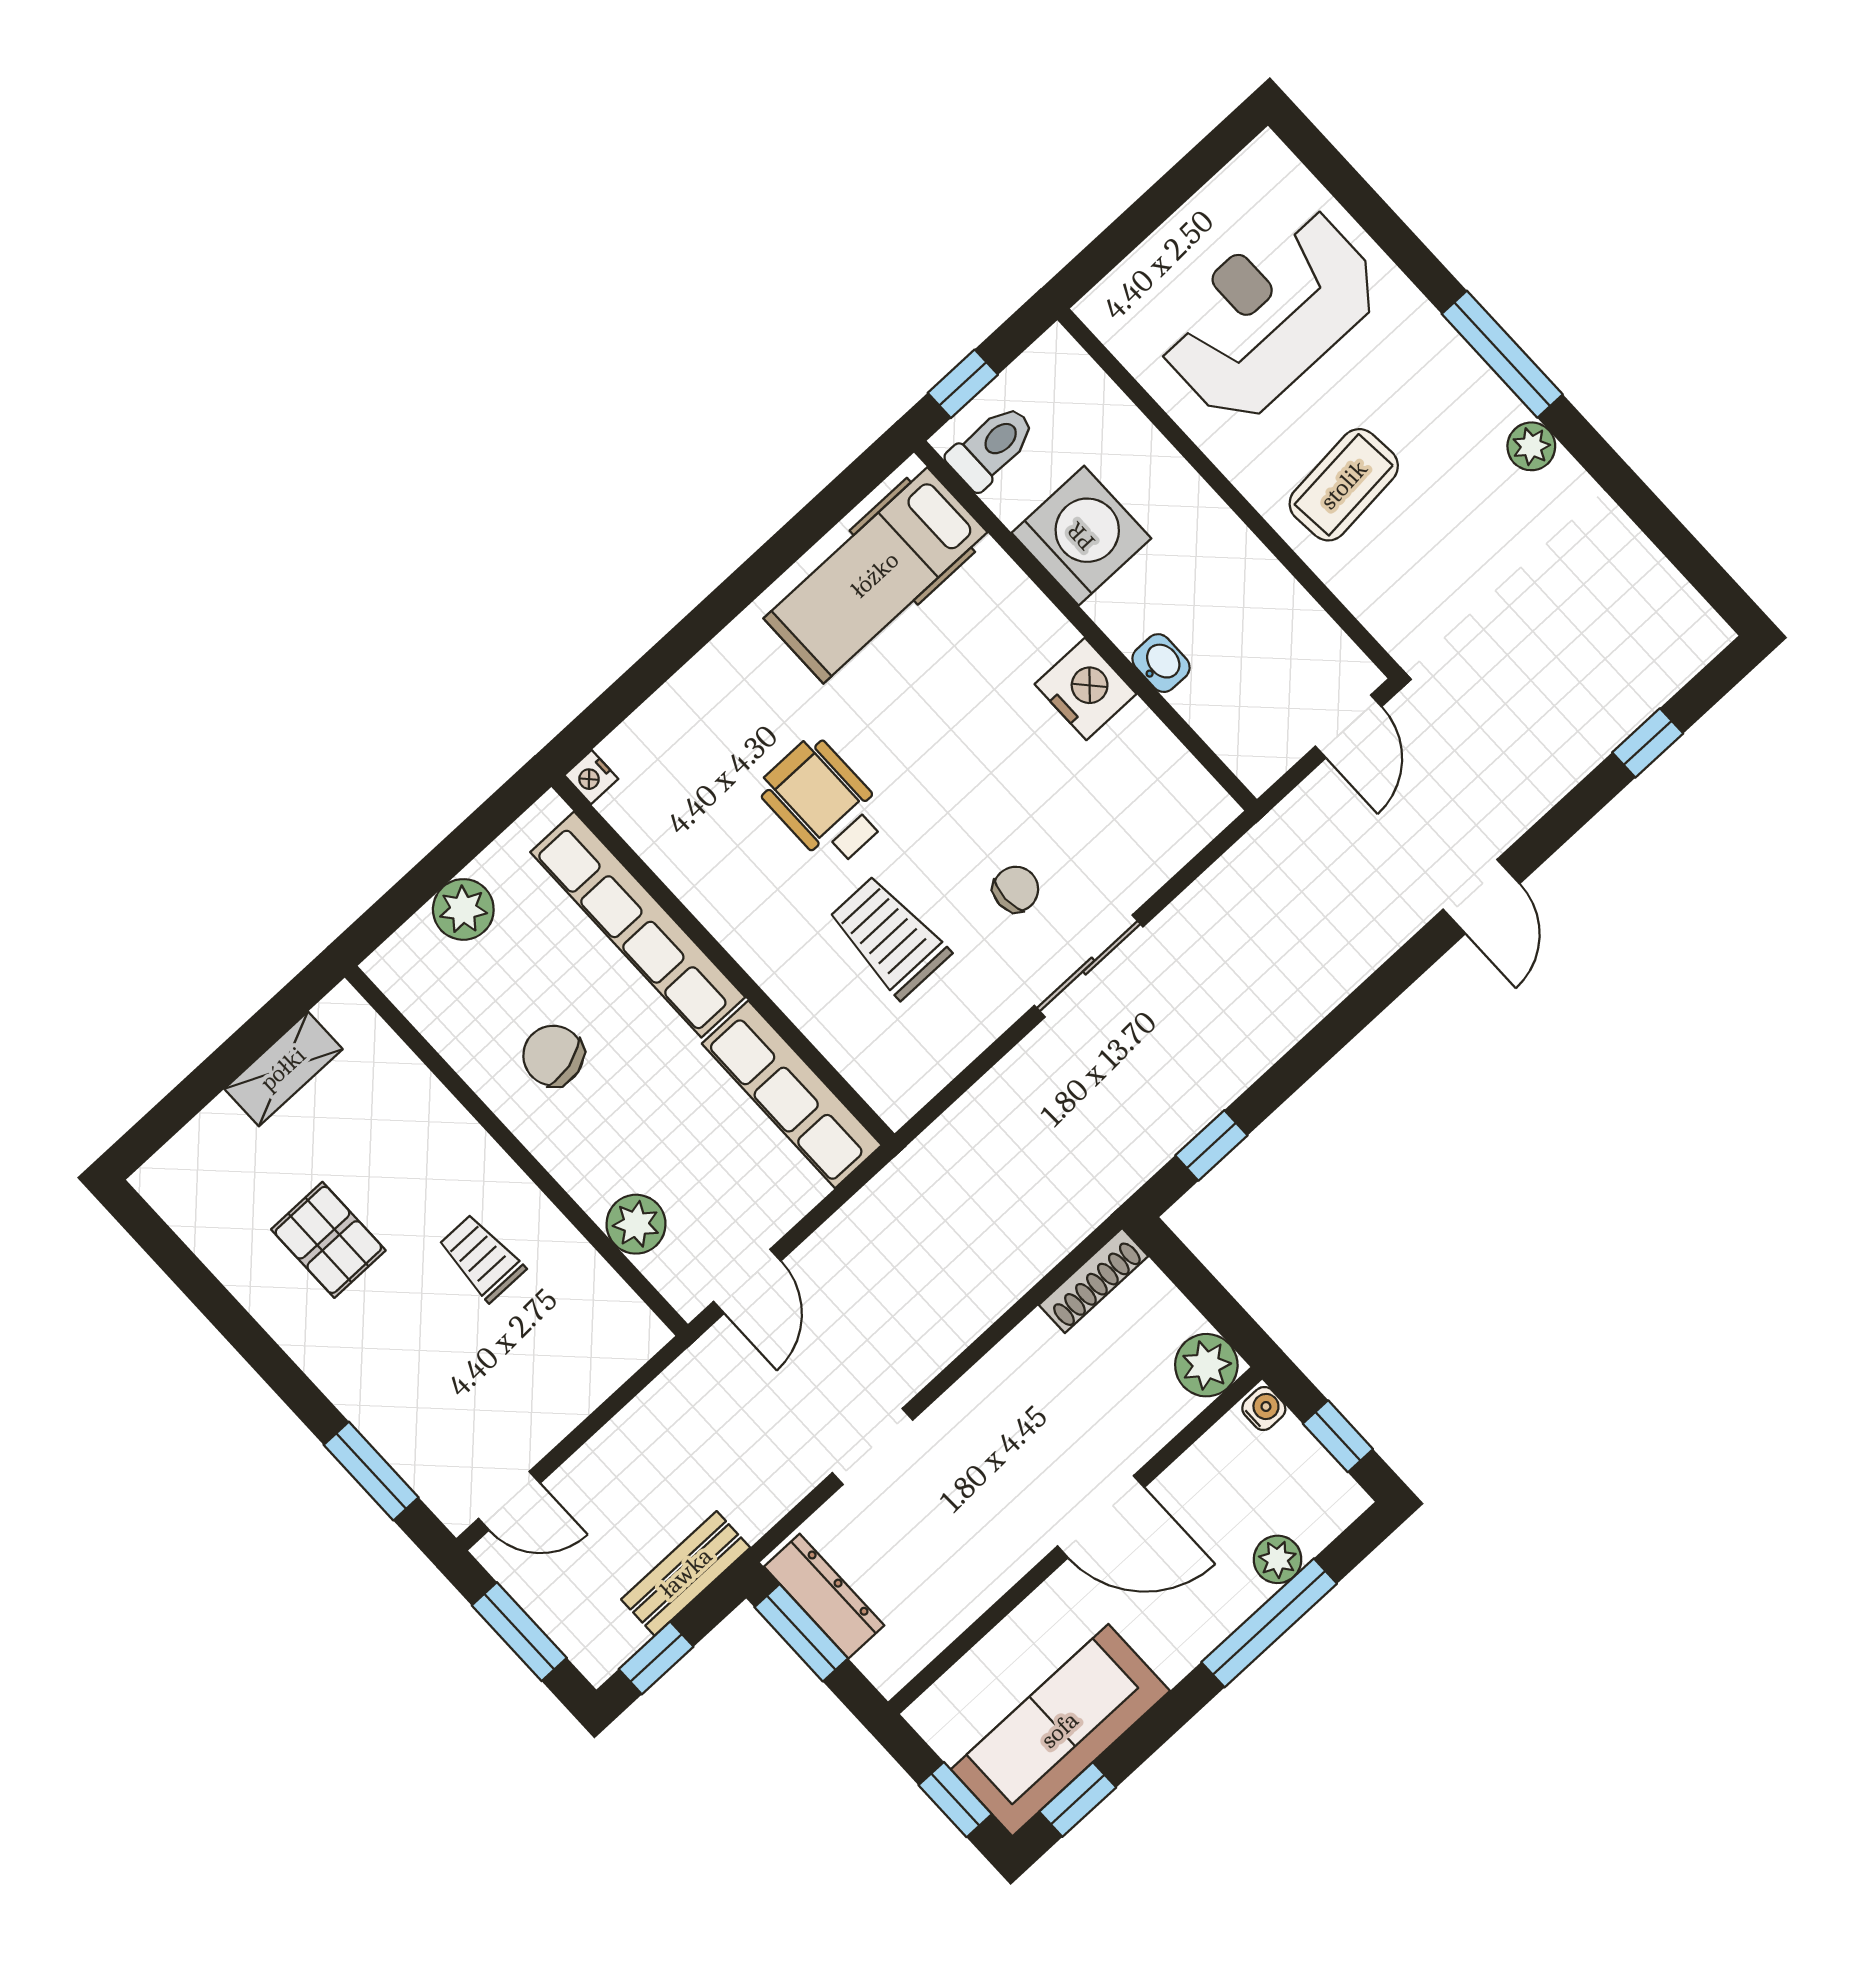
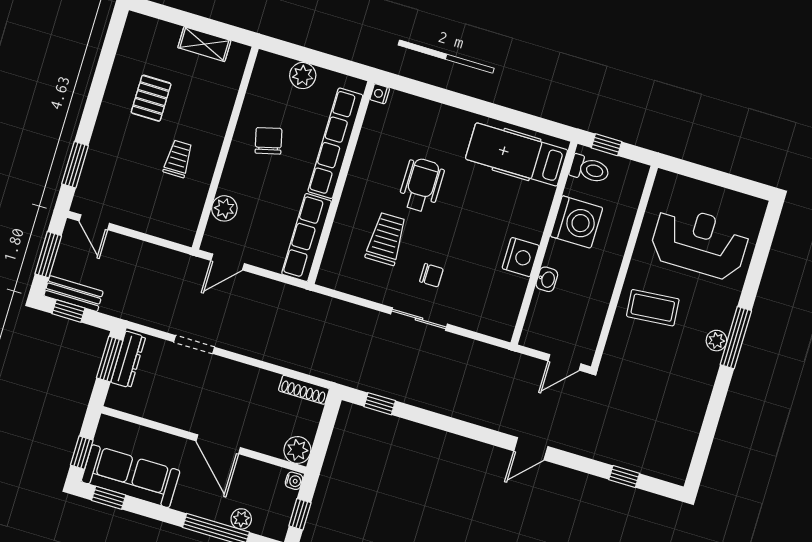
plant: (1531, 446) -> (716, 341), moved
bench: (686, 1573) -> (74, 294), moved

